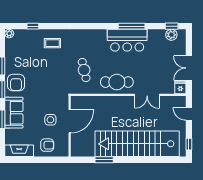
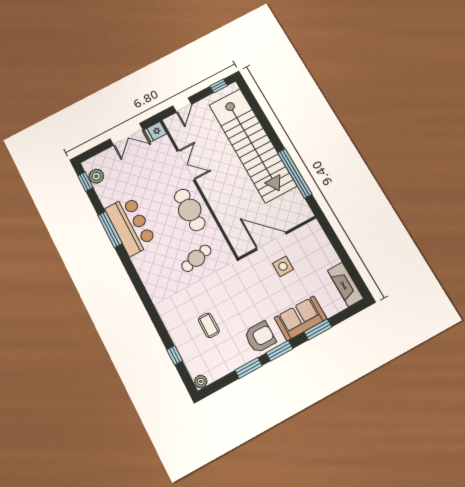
coffee table: (52, 43) -> (209, 325), moved
armchair: (47, 145) -> (317, 253), removed
window: (104, 160) -> (295, 173), width x2.11

